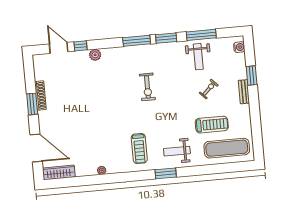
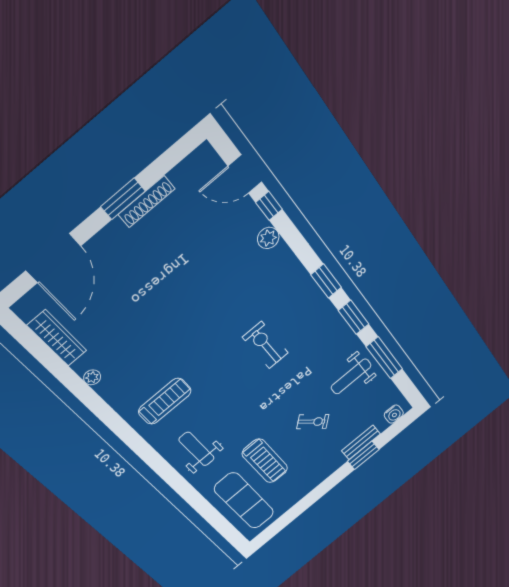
window: (137, 41) -> (326, 281), width x0.69
door: (59, 48) -> (245, 174), swing flipped
exercise bike: (147, 87) -> (265, 345), turned 90
bench: (244, 92) -> (361, 442), moved
treadmill: (139, 149) -> (165, 401), turned 180
wardrobe: (59, 172) -> (57, 338), moved
window: (166, 173) -> (153, 459), removed

